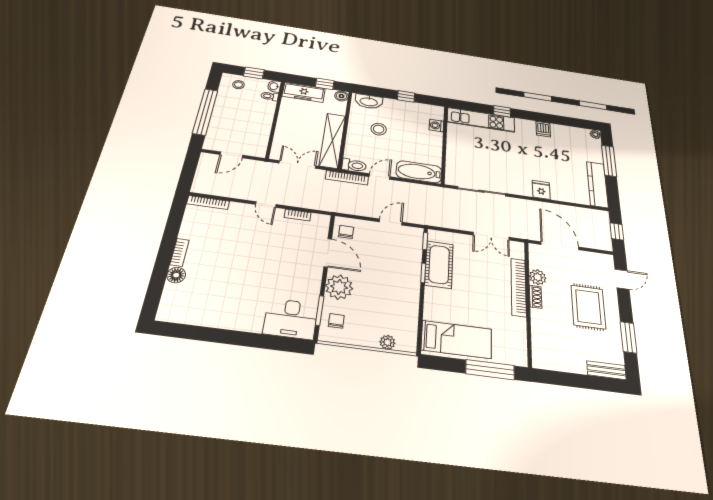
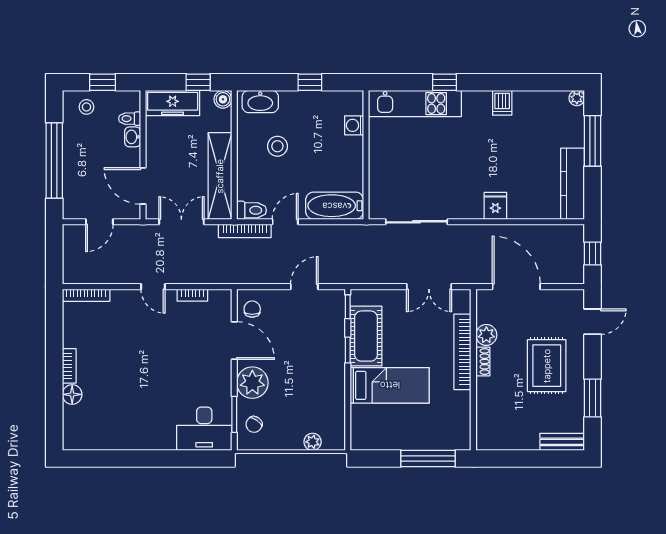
washbasin: (274, 86) -> (133, 137), moved
door: (271, 138) -> (143, 186), added
chair: (336, 321) -> (254, 424), turned -145
bed: (457, 339) -> (390, 385), moved

